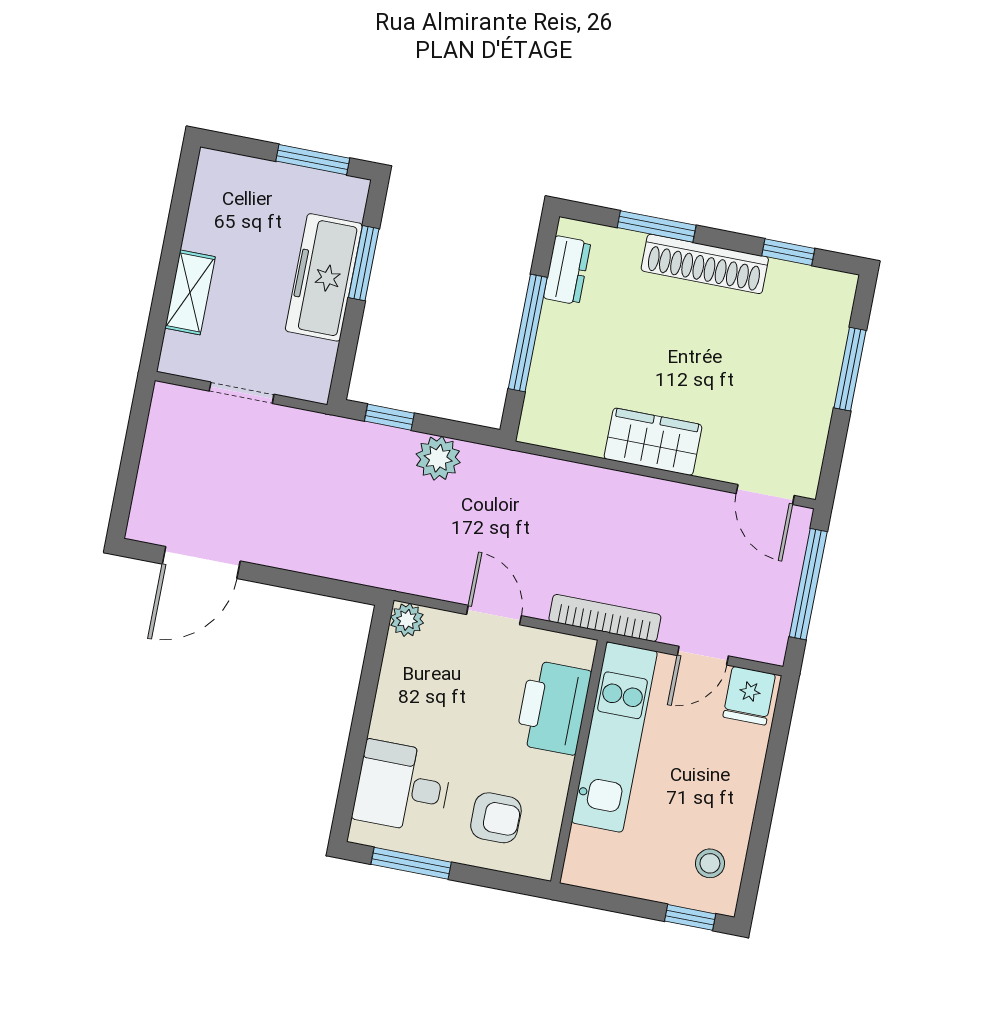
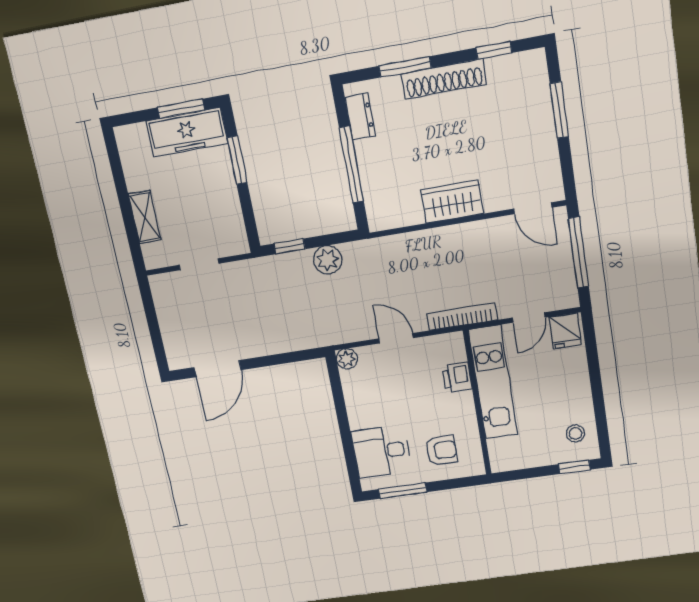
freezer: (324, 277) -> (187, 132), moved, turned -90
printer: (553, 708) -> (457, 377), width x0.53, depth x0.68

